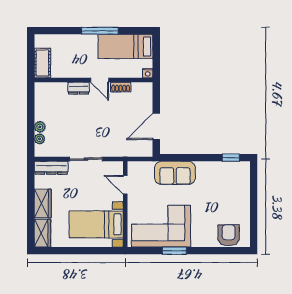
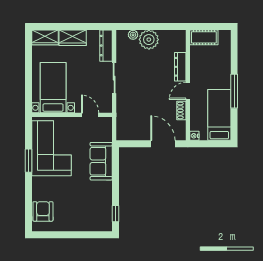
dresser: (79, 88) -> (180, 67), width x1.44
door: (156, 126) -> (163, 144), moved
plant: (40, 127) -> (149, 40), width x1.88, depth x1.88
door: (125, 185) -> (90, 115), hinge flipped
armchair: (229, 235) -> (43, 211), turned -90

